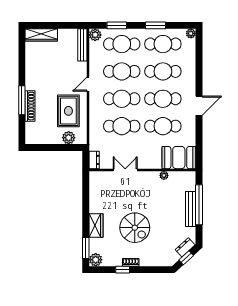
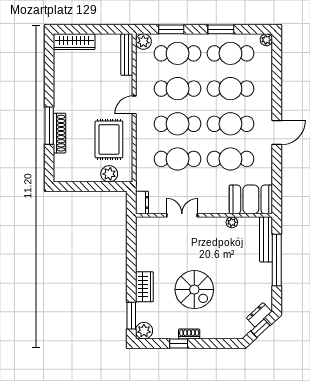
bench: (191, 209) -> (266, 239), moved

